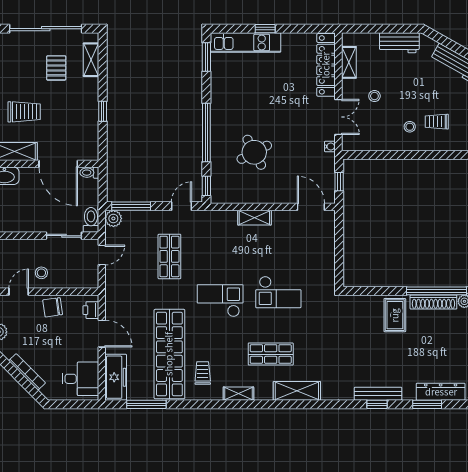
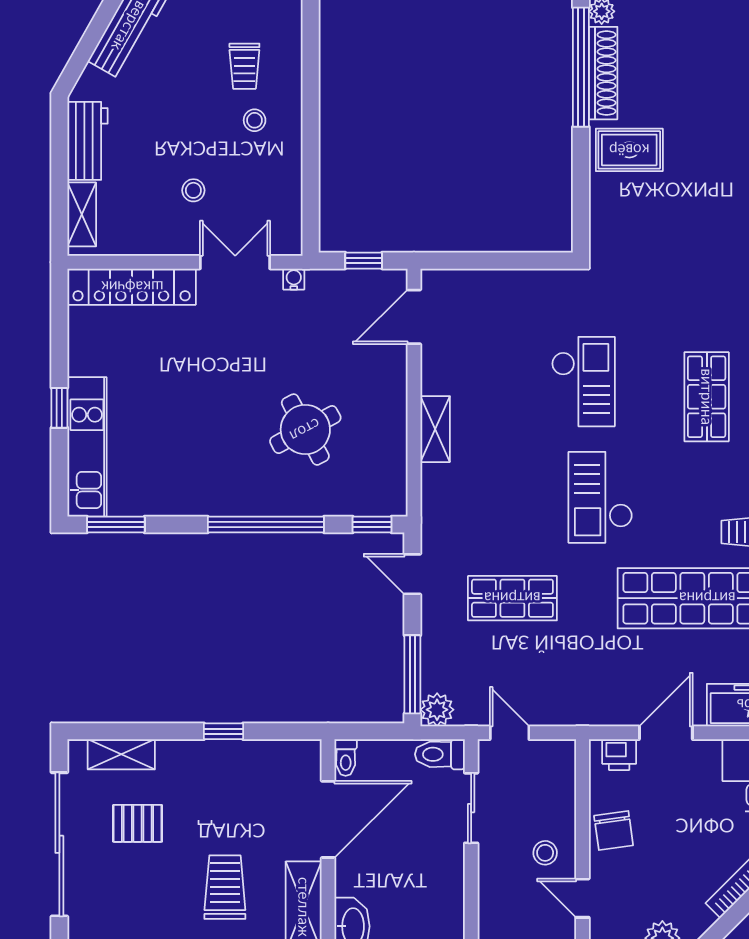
shelving: (349, 62) -> (82, 214), moved, turned 90

